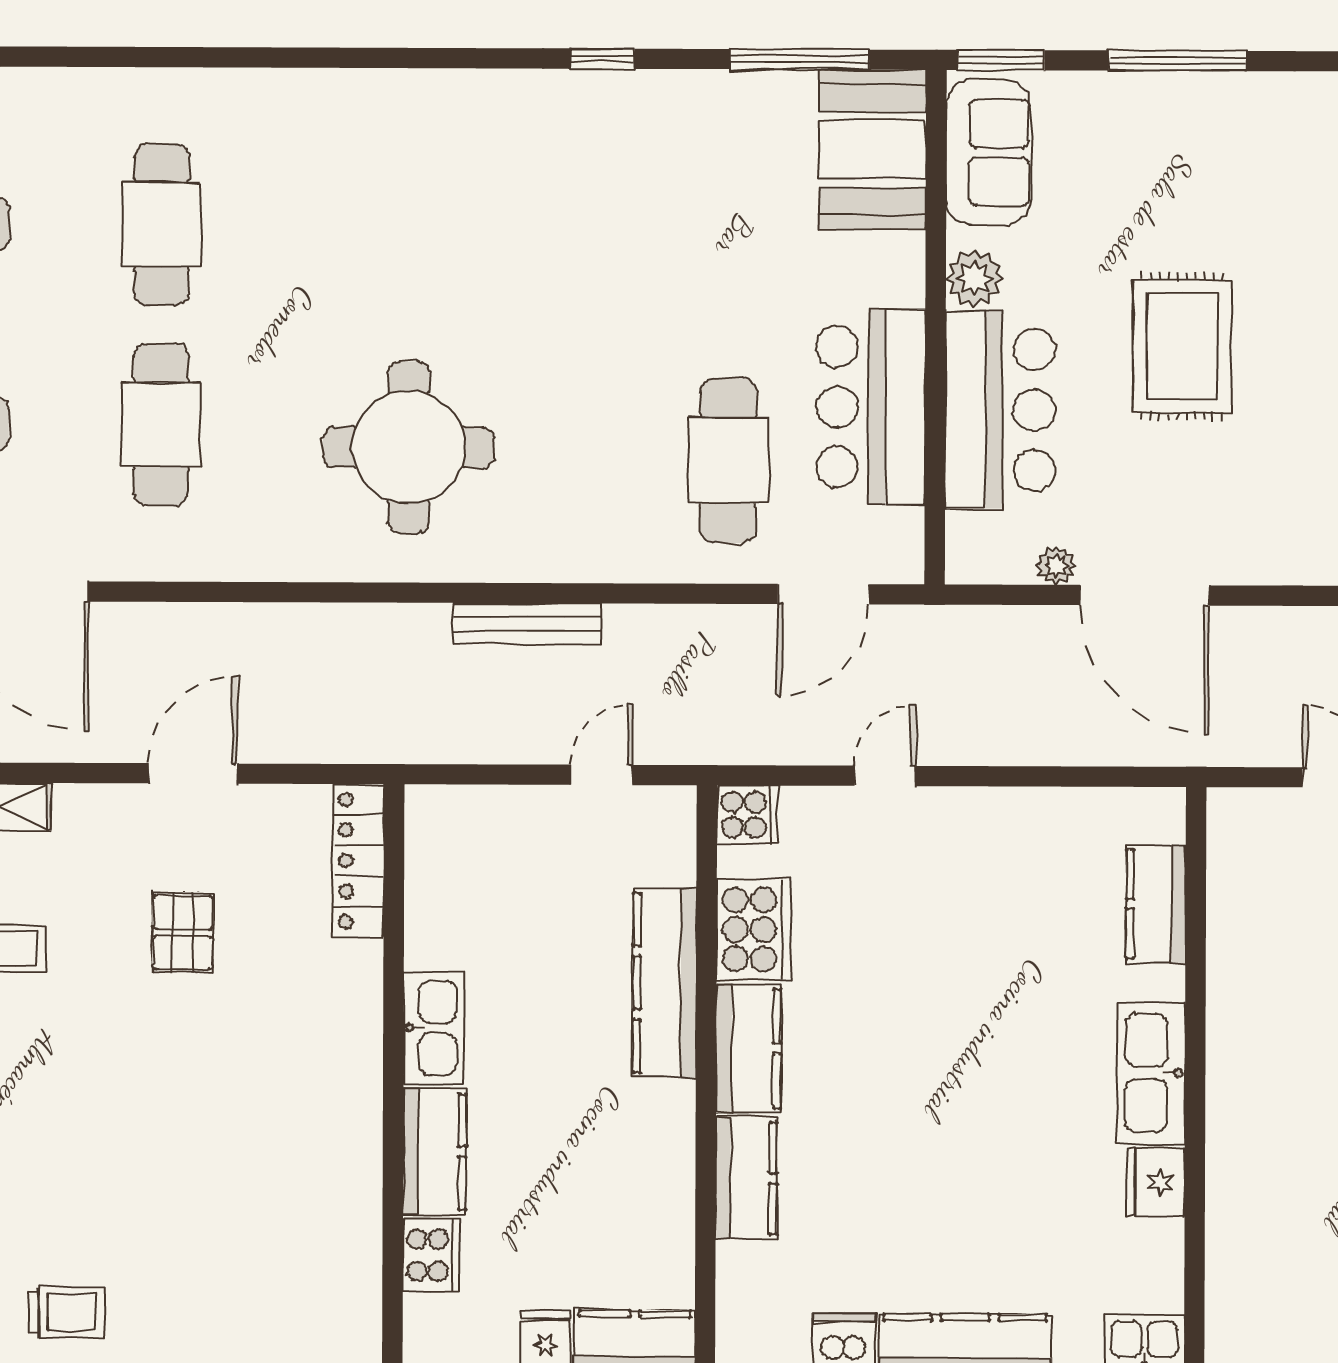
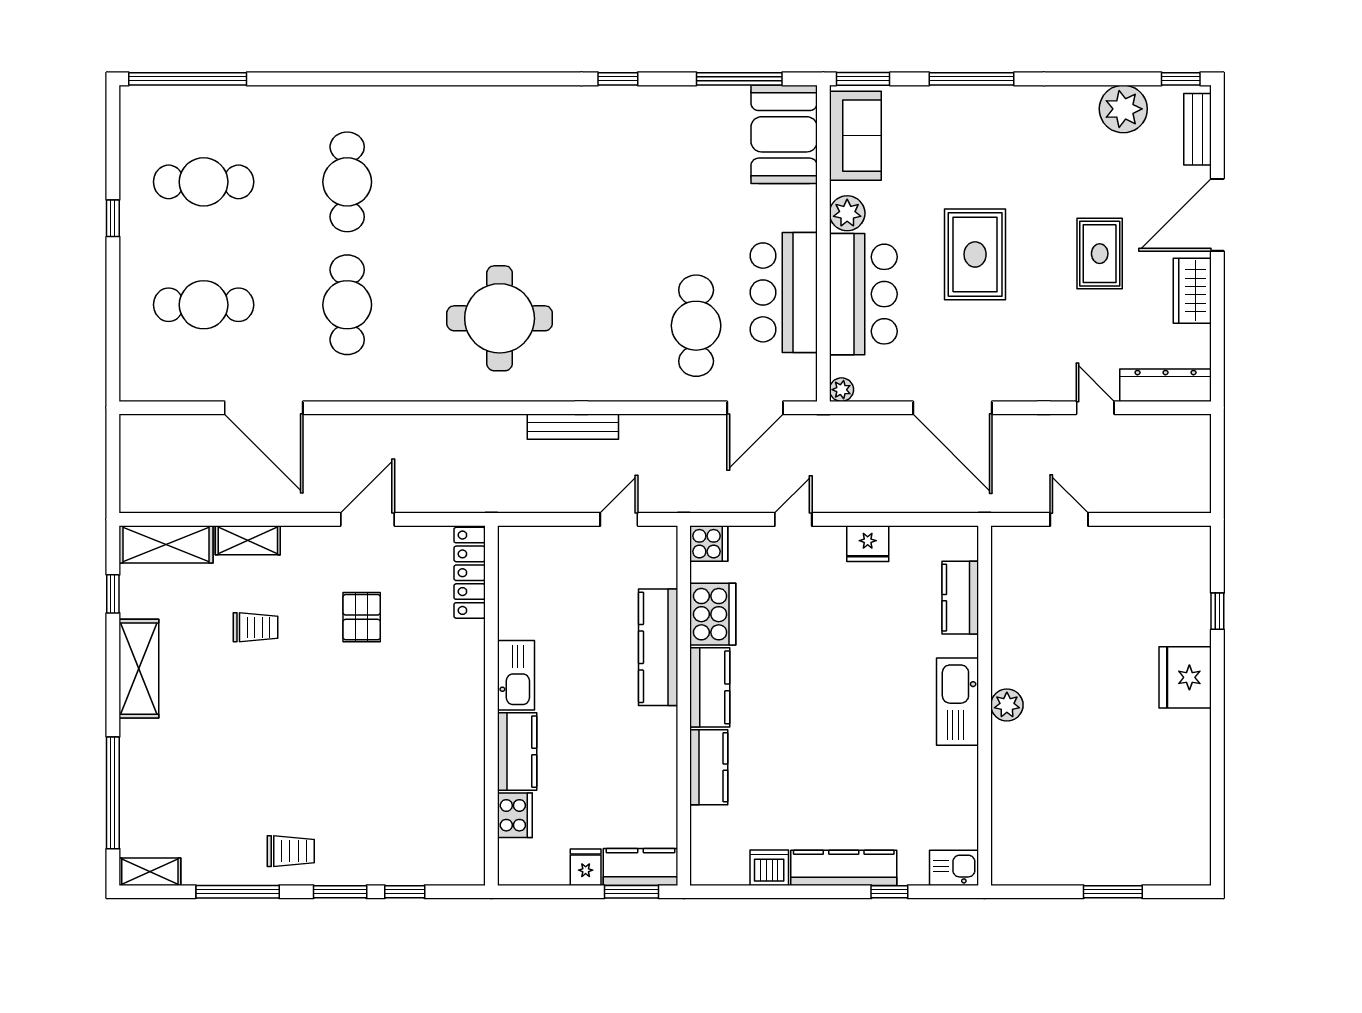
plant: (1056, 565) -> (841, 390), moved
plant: (1231, 1079) -> (1007, 705), added
fridge: (1156, 1182) -> (868, 544), moved, turned -90

